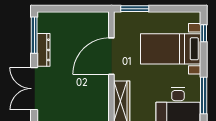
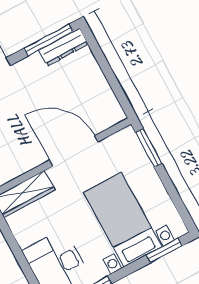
window: (204, 33) -> (164, 250), width x1.50
dresser: (43, 50) -> (63, 47), moved

